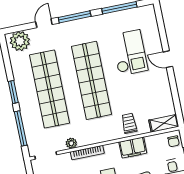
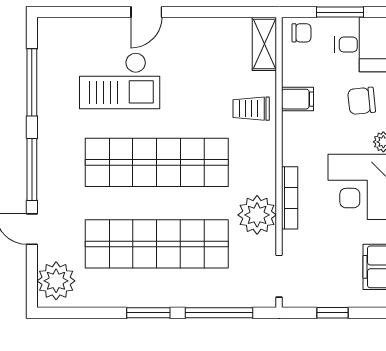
checkout: (130, 53) -> (120, 81), turned 180
plant: (71, 143) -> (257, 215), width x1.88, depth x1.88
filing cabinet: (133, 147) -> (297, 99), width x0.50

